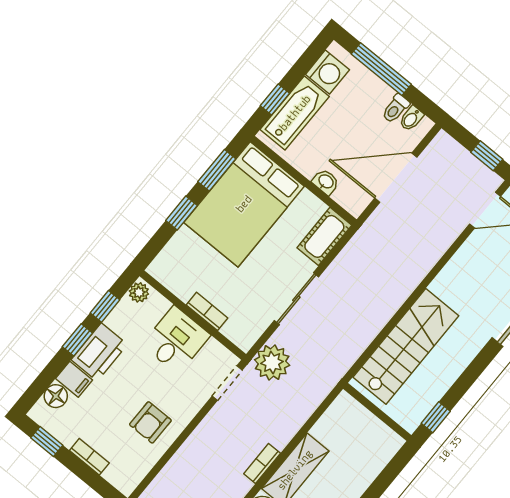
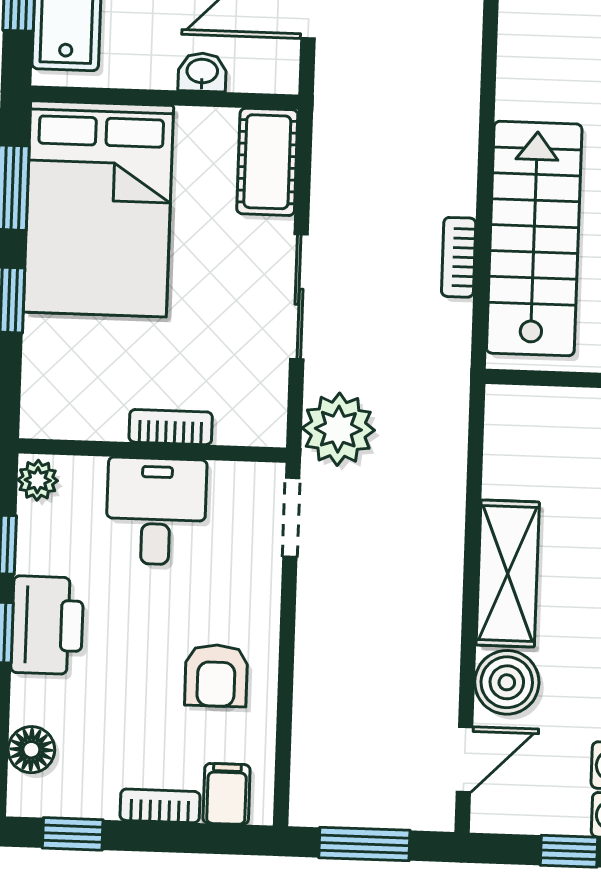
filing cabinet: (74, 379) -> (227, 794), moved, turned -90
bookcase: (262, 463) -> (459, 257), moved

